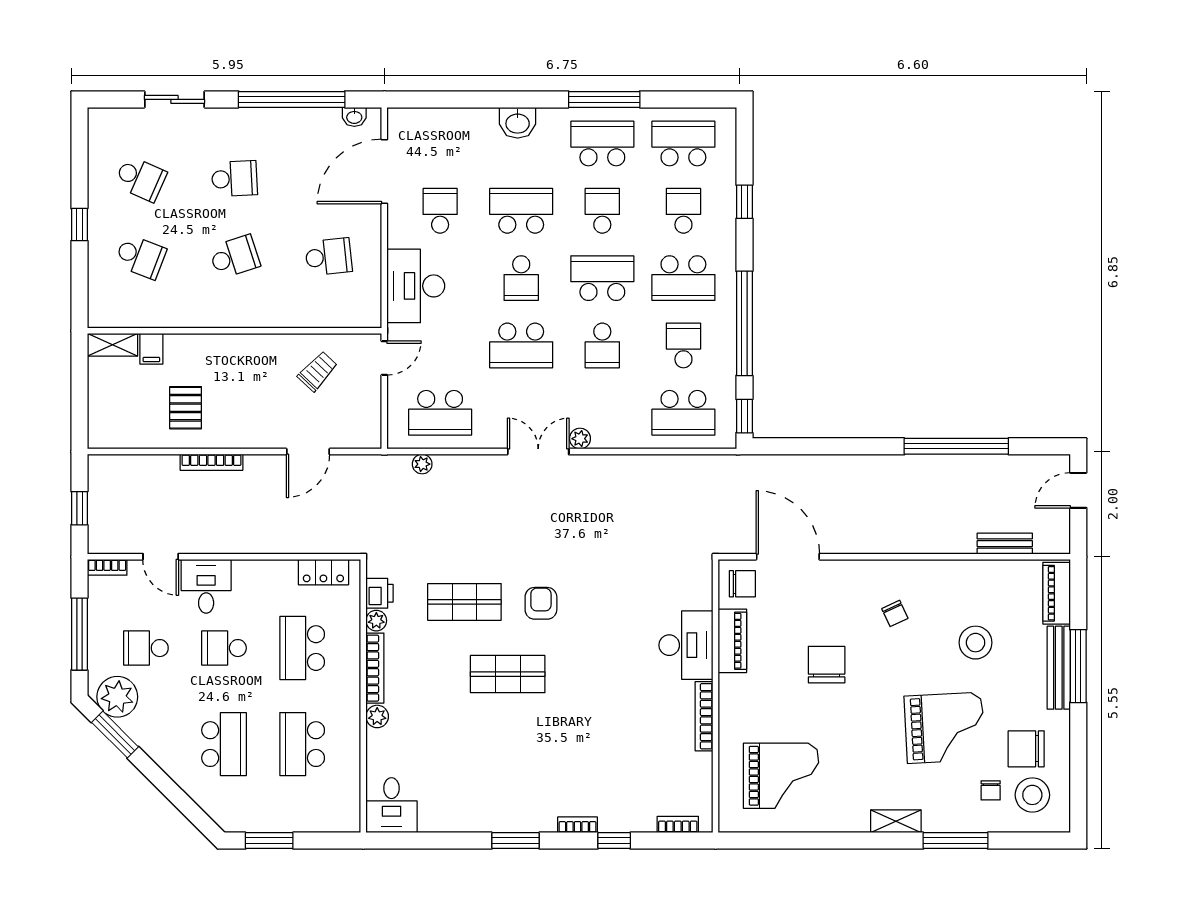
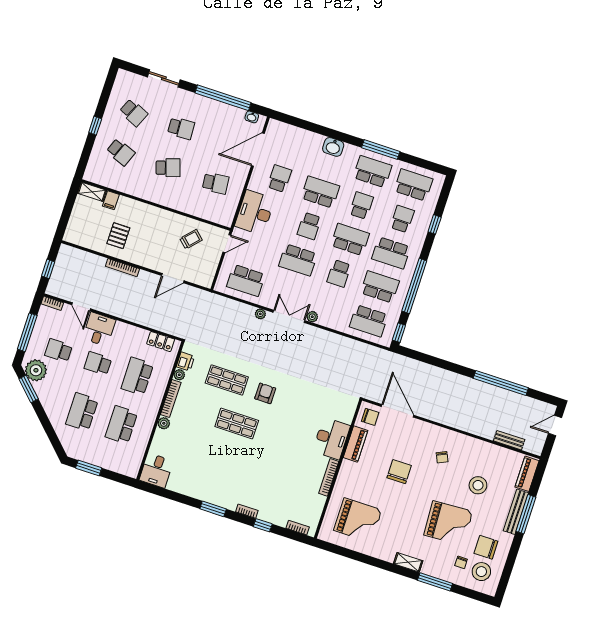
school desk: (683, 345) -> (380, 287), width x1.85
plant: (422, 464) -> (260, 314), moved
school desk: (224, 744) -> (82, 412), turned 180

